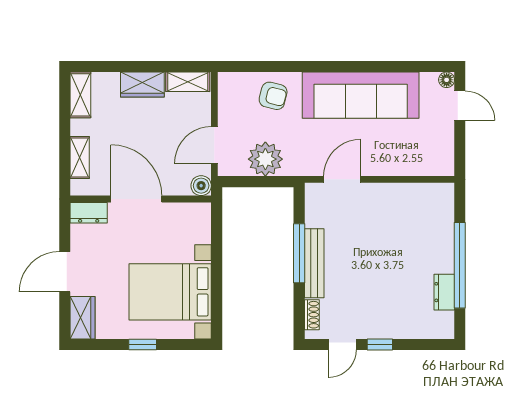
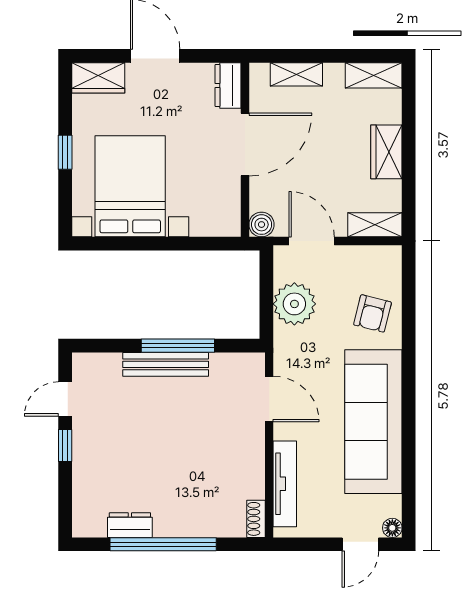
shelving: (188, 82) -> (375, 225), moved, turned 90
tv unit: (411, 167) -> (285, 484), added
shoe rack: (312, 315) -> (256, 519), moved, turned 90
door: (342, 344) -> (65, 399), hinge flipped

